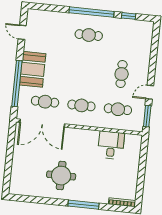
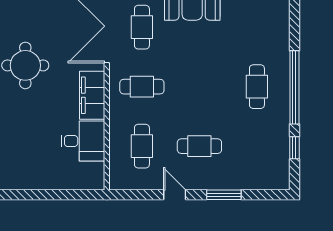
cafe table: (81, 105) -> (142, 87), turned 90
window: (147, 116) -> (224, 195), moved
filing cabinet: (84, 137) -> (92, 95), added

